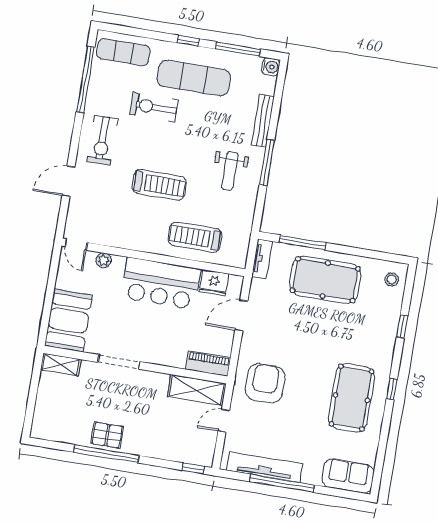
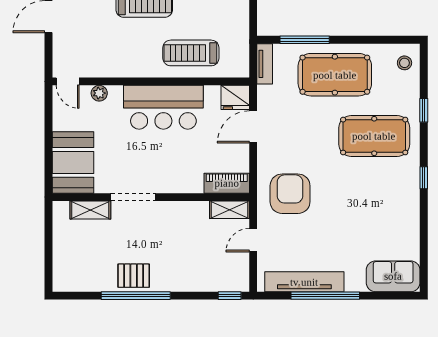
fridge: (214, 283) -> (235, 97), moved
shelving: (61, 365) -> (90, 210), moved
shelving: (197, 390) -> (230, 210), width x0.67, depth x0.75
pool table: (351, 398) -> (374, 136), moved, turned 90

